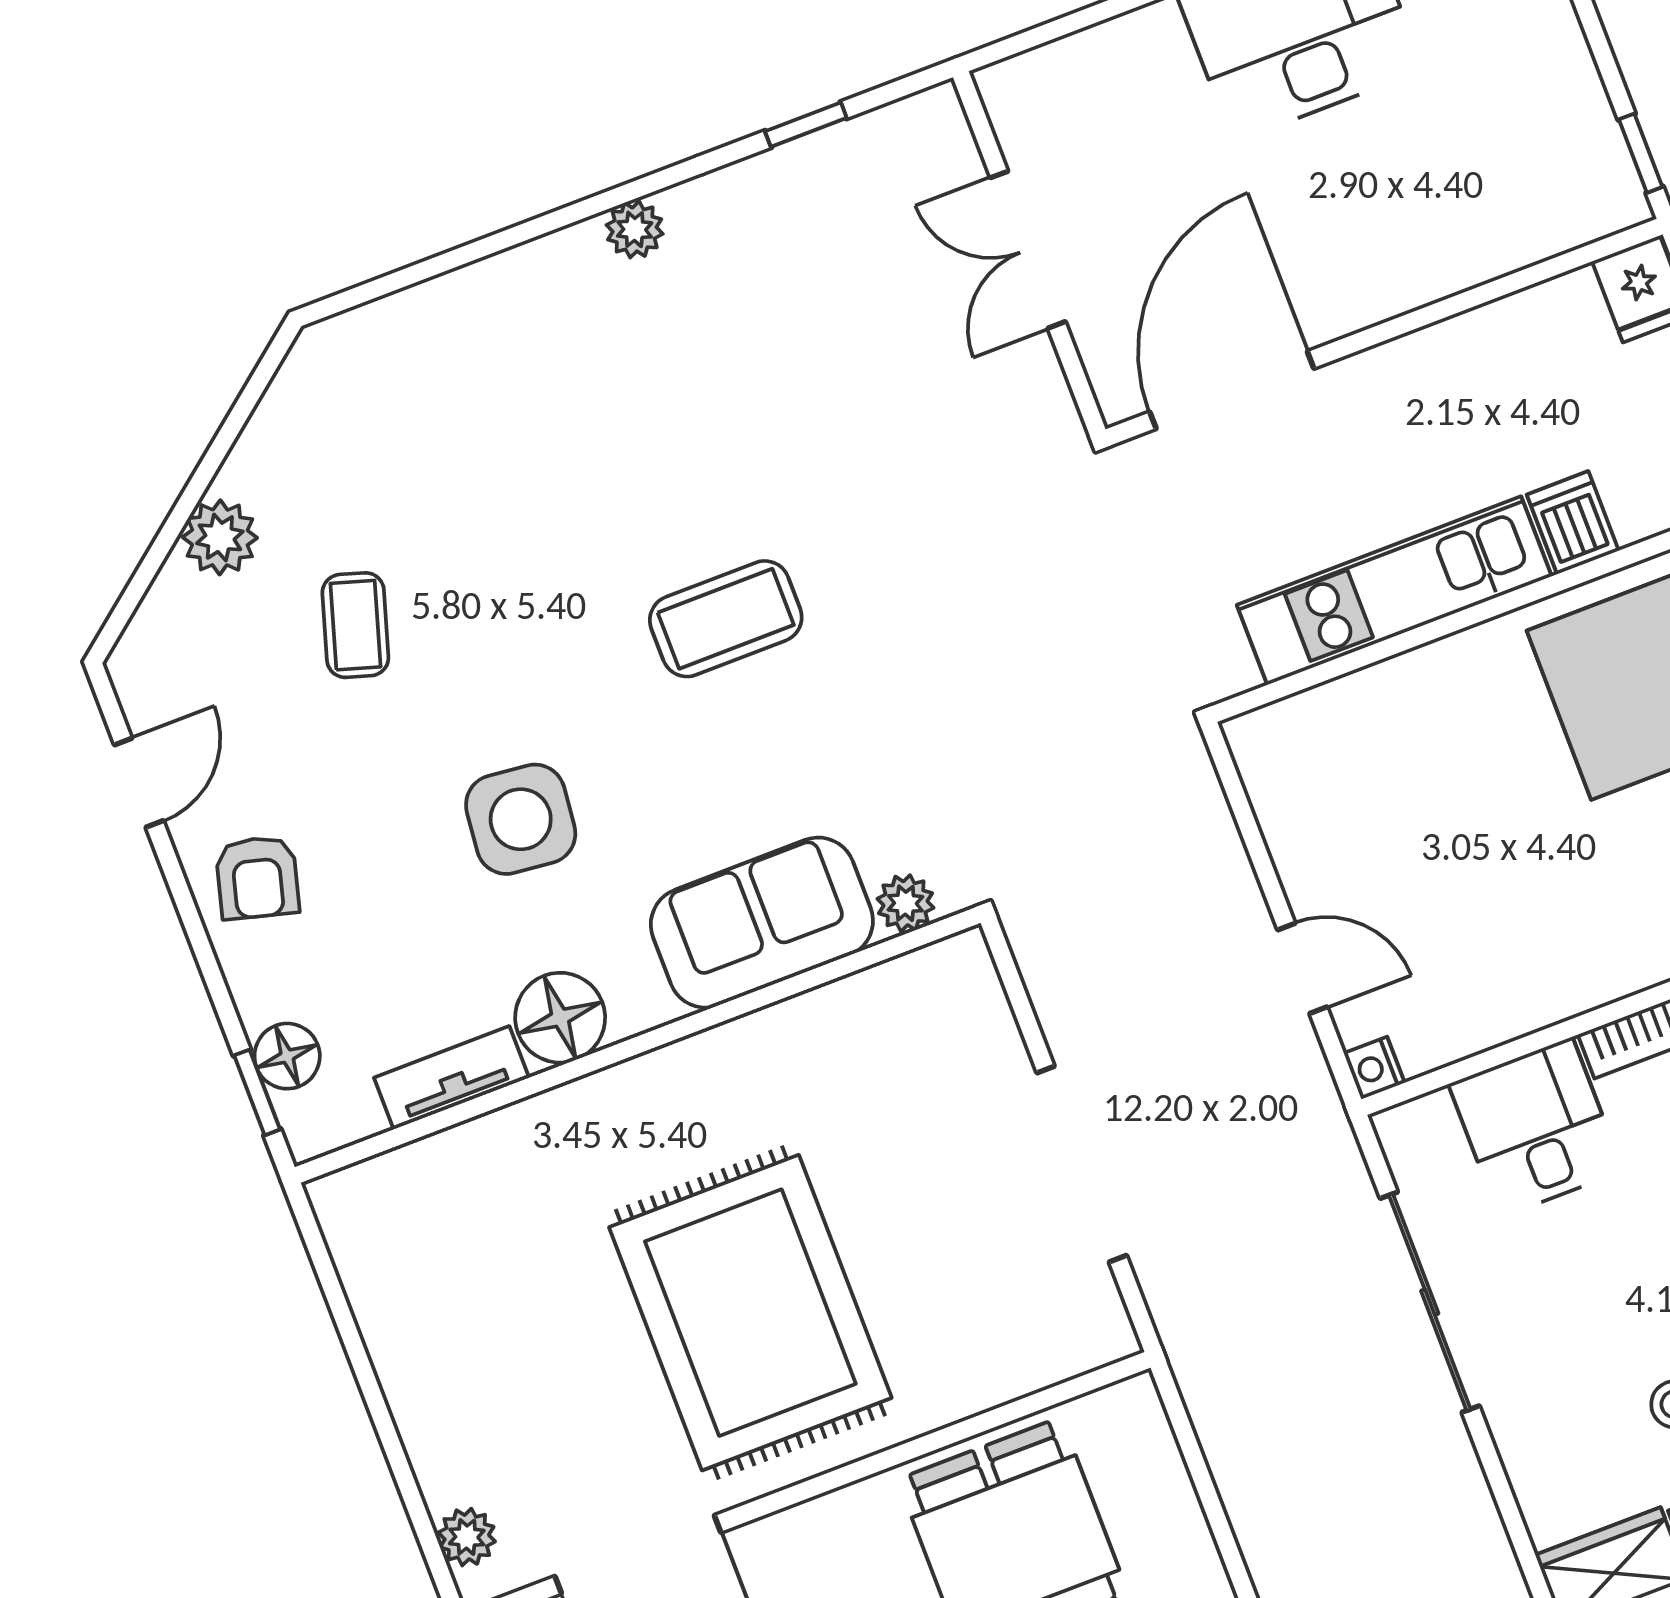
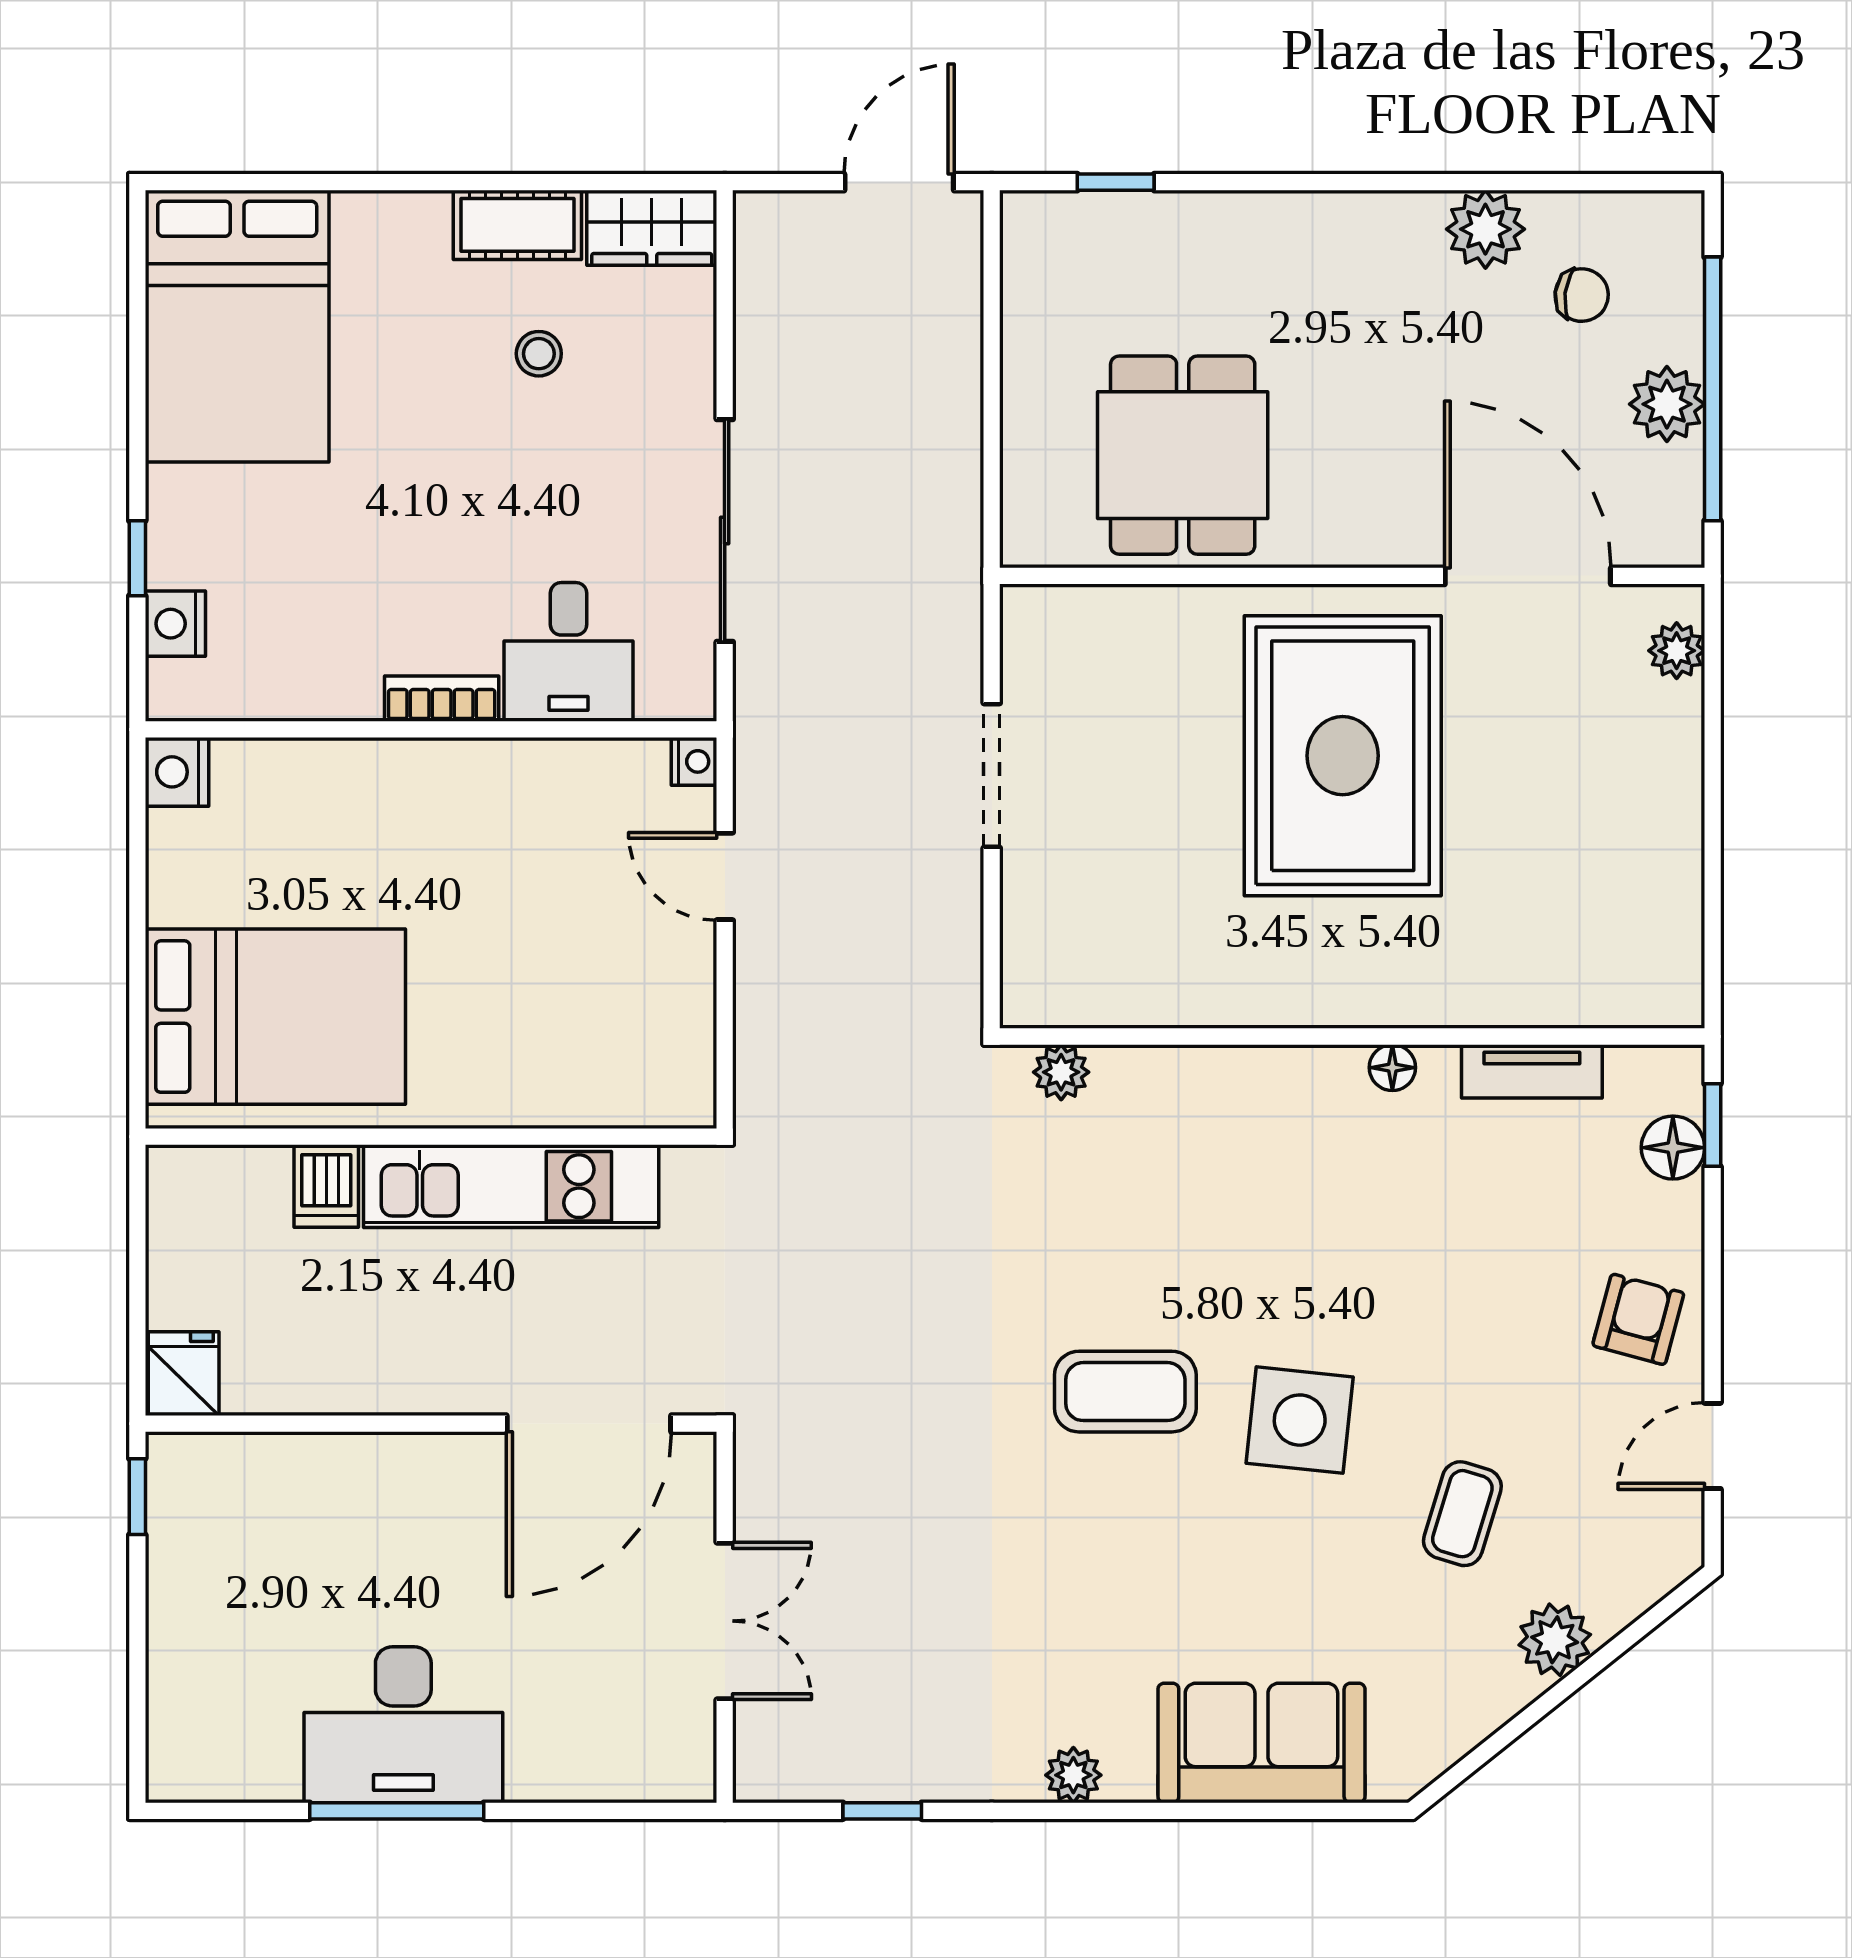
side table: (521, 819) -> (1300, 1420), moved
sofa: (762, 923) -> (1261, 1743), moved, turned 180
floor lamp: (560, 1018) -> (1392, 1068), width x0.53, depth x0.53
doorway: (1082, 1164) -> (992, 775), width x0.73

